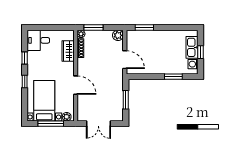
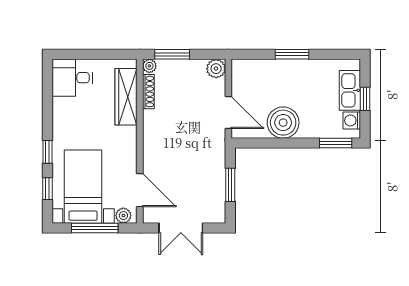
window: (144, 27) -> (292, 54), moved
wardrobe: (68, 51) -> (126, 97), width x1.50
window: (25, 58) -> (47, 189), moved
boiler: (155, 65) -> (283, 123), added
window: (173, 77) -> (336, 143), moved
door: (76, 85) -> (140, 190), moved

